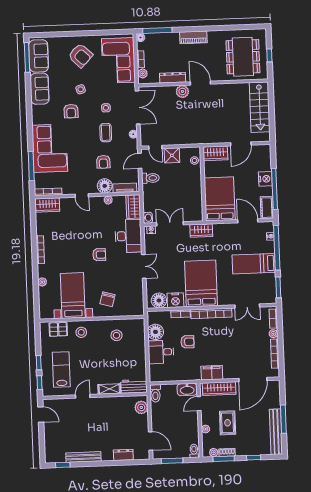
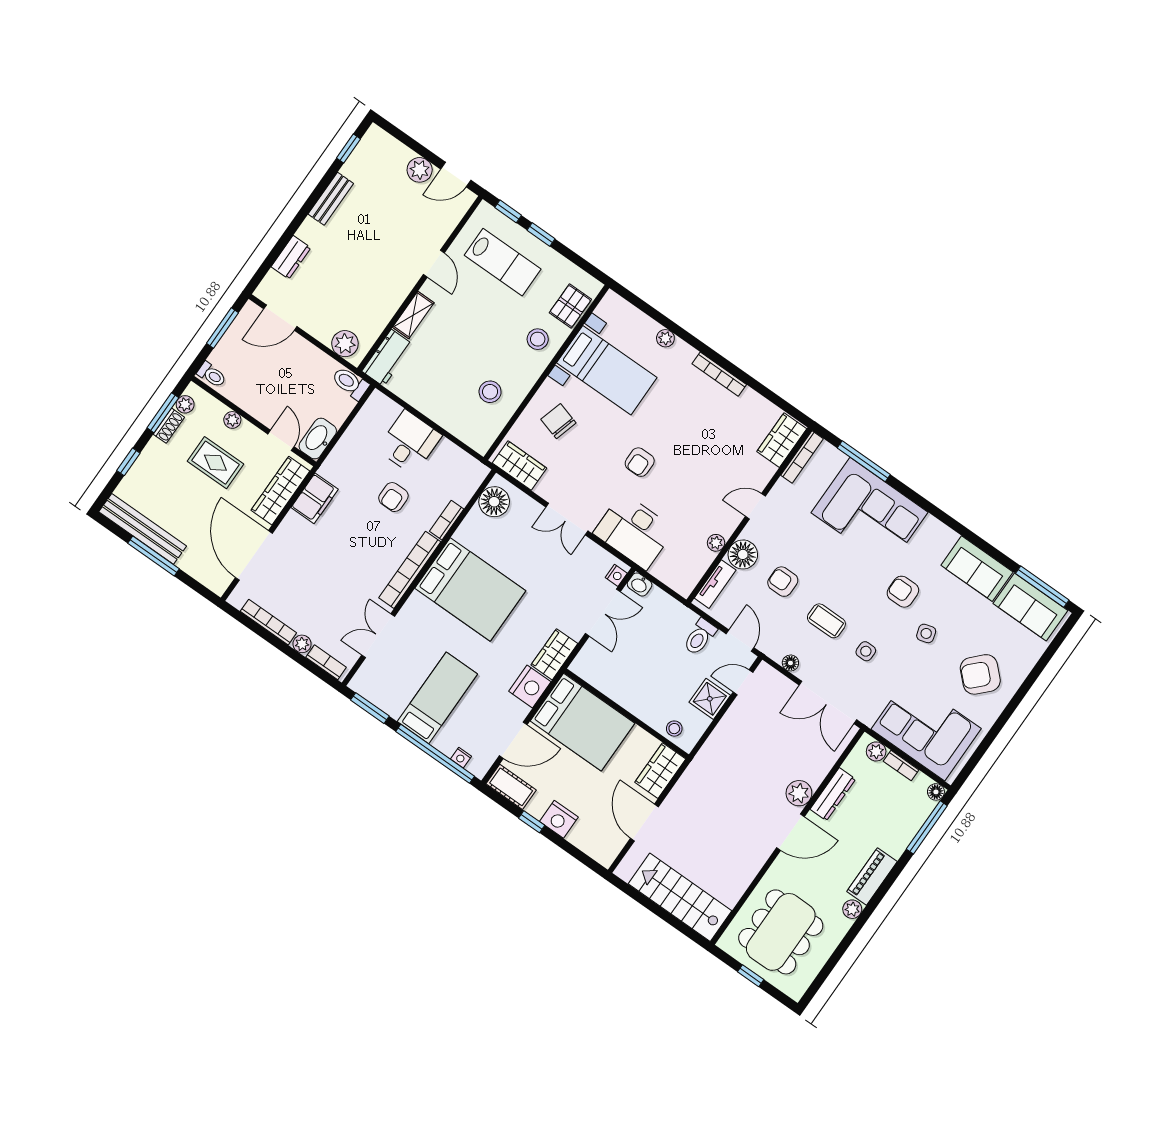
plant: (212, 35) -> (852, 909), added
dining table: (243, 57) -> (781, 932), turned 90
window: (275, 189) -> (532, 822), width x0.32
wardrobe: (133, 207) -> (520, 466), moved
nightstand: (175, 300) -> (530, 687), moved, turned 180
floor lamp: (155, 332) -> (448, 458), removed
plant: (50, 430) -> (420, 170), added
bench: (83, 457) -> (331, 199), width x0.73

